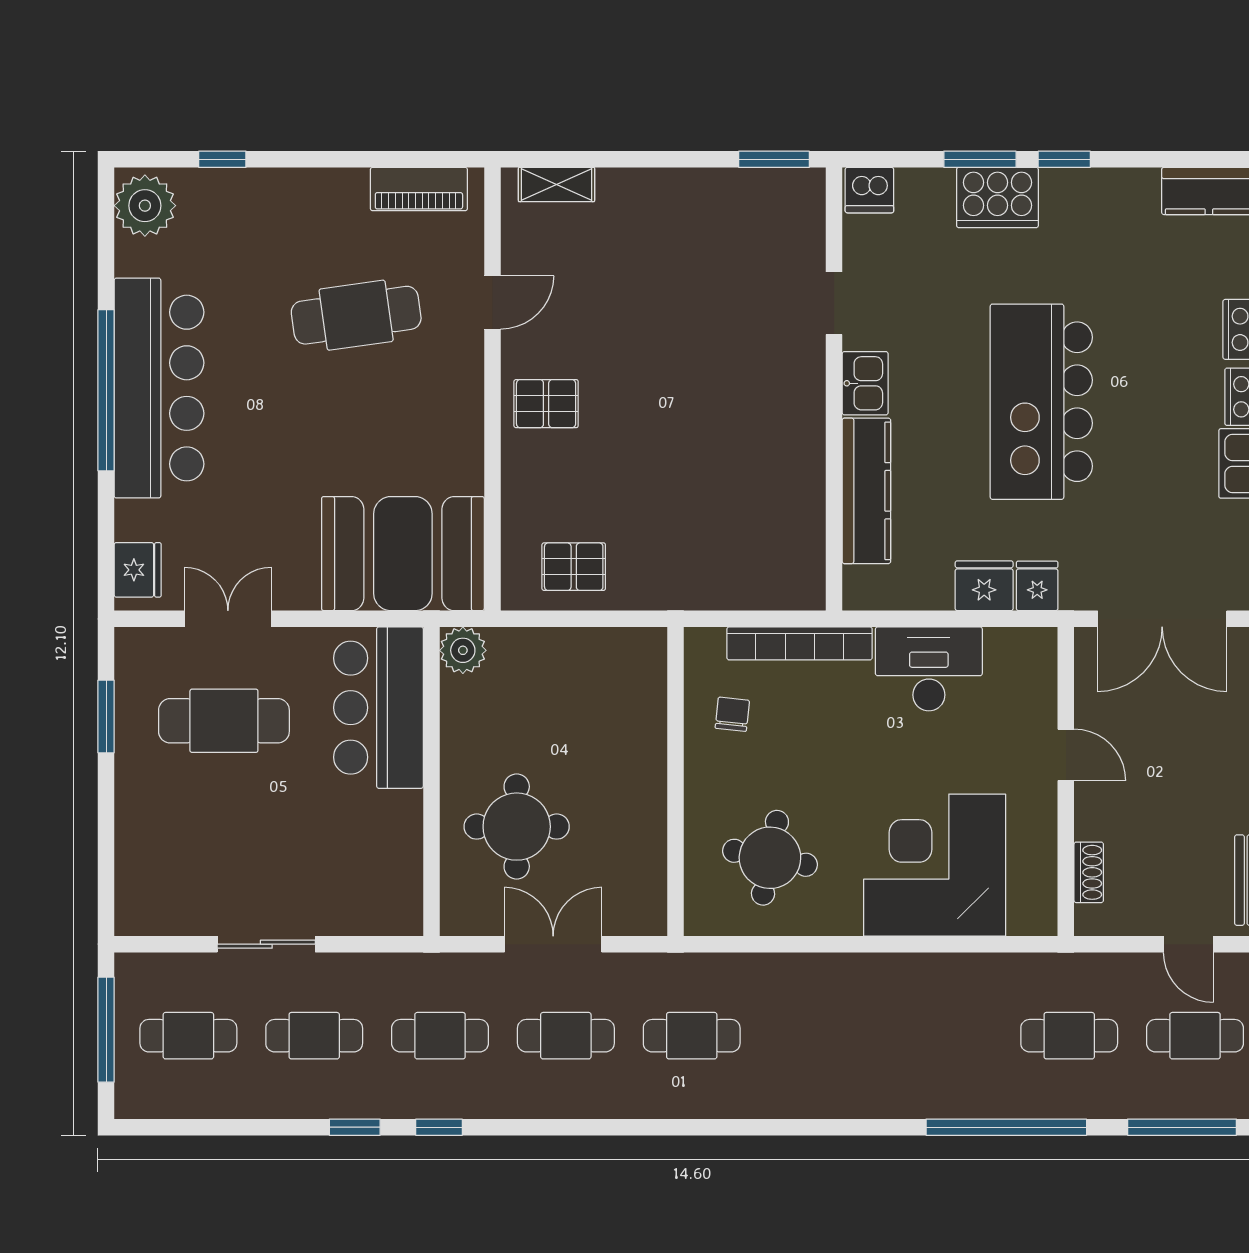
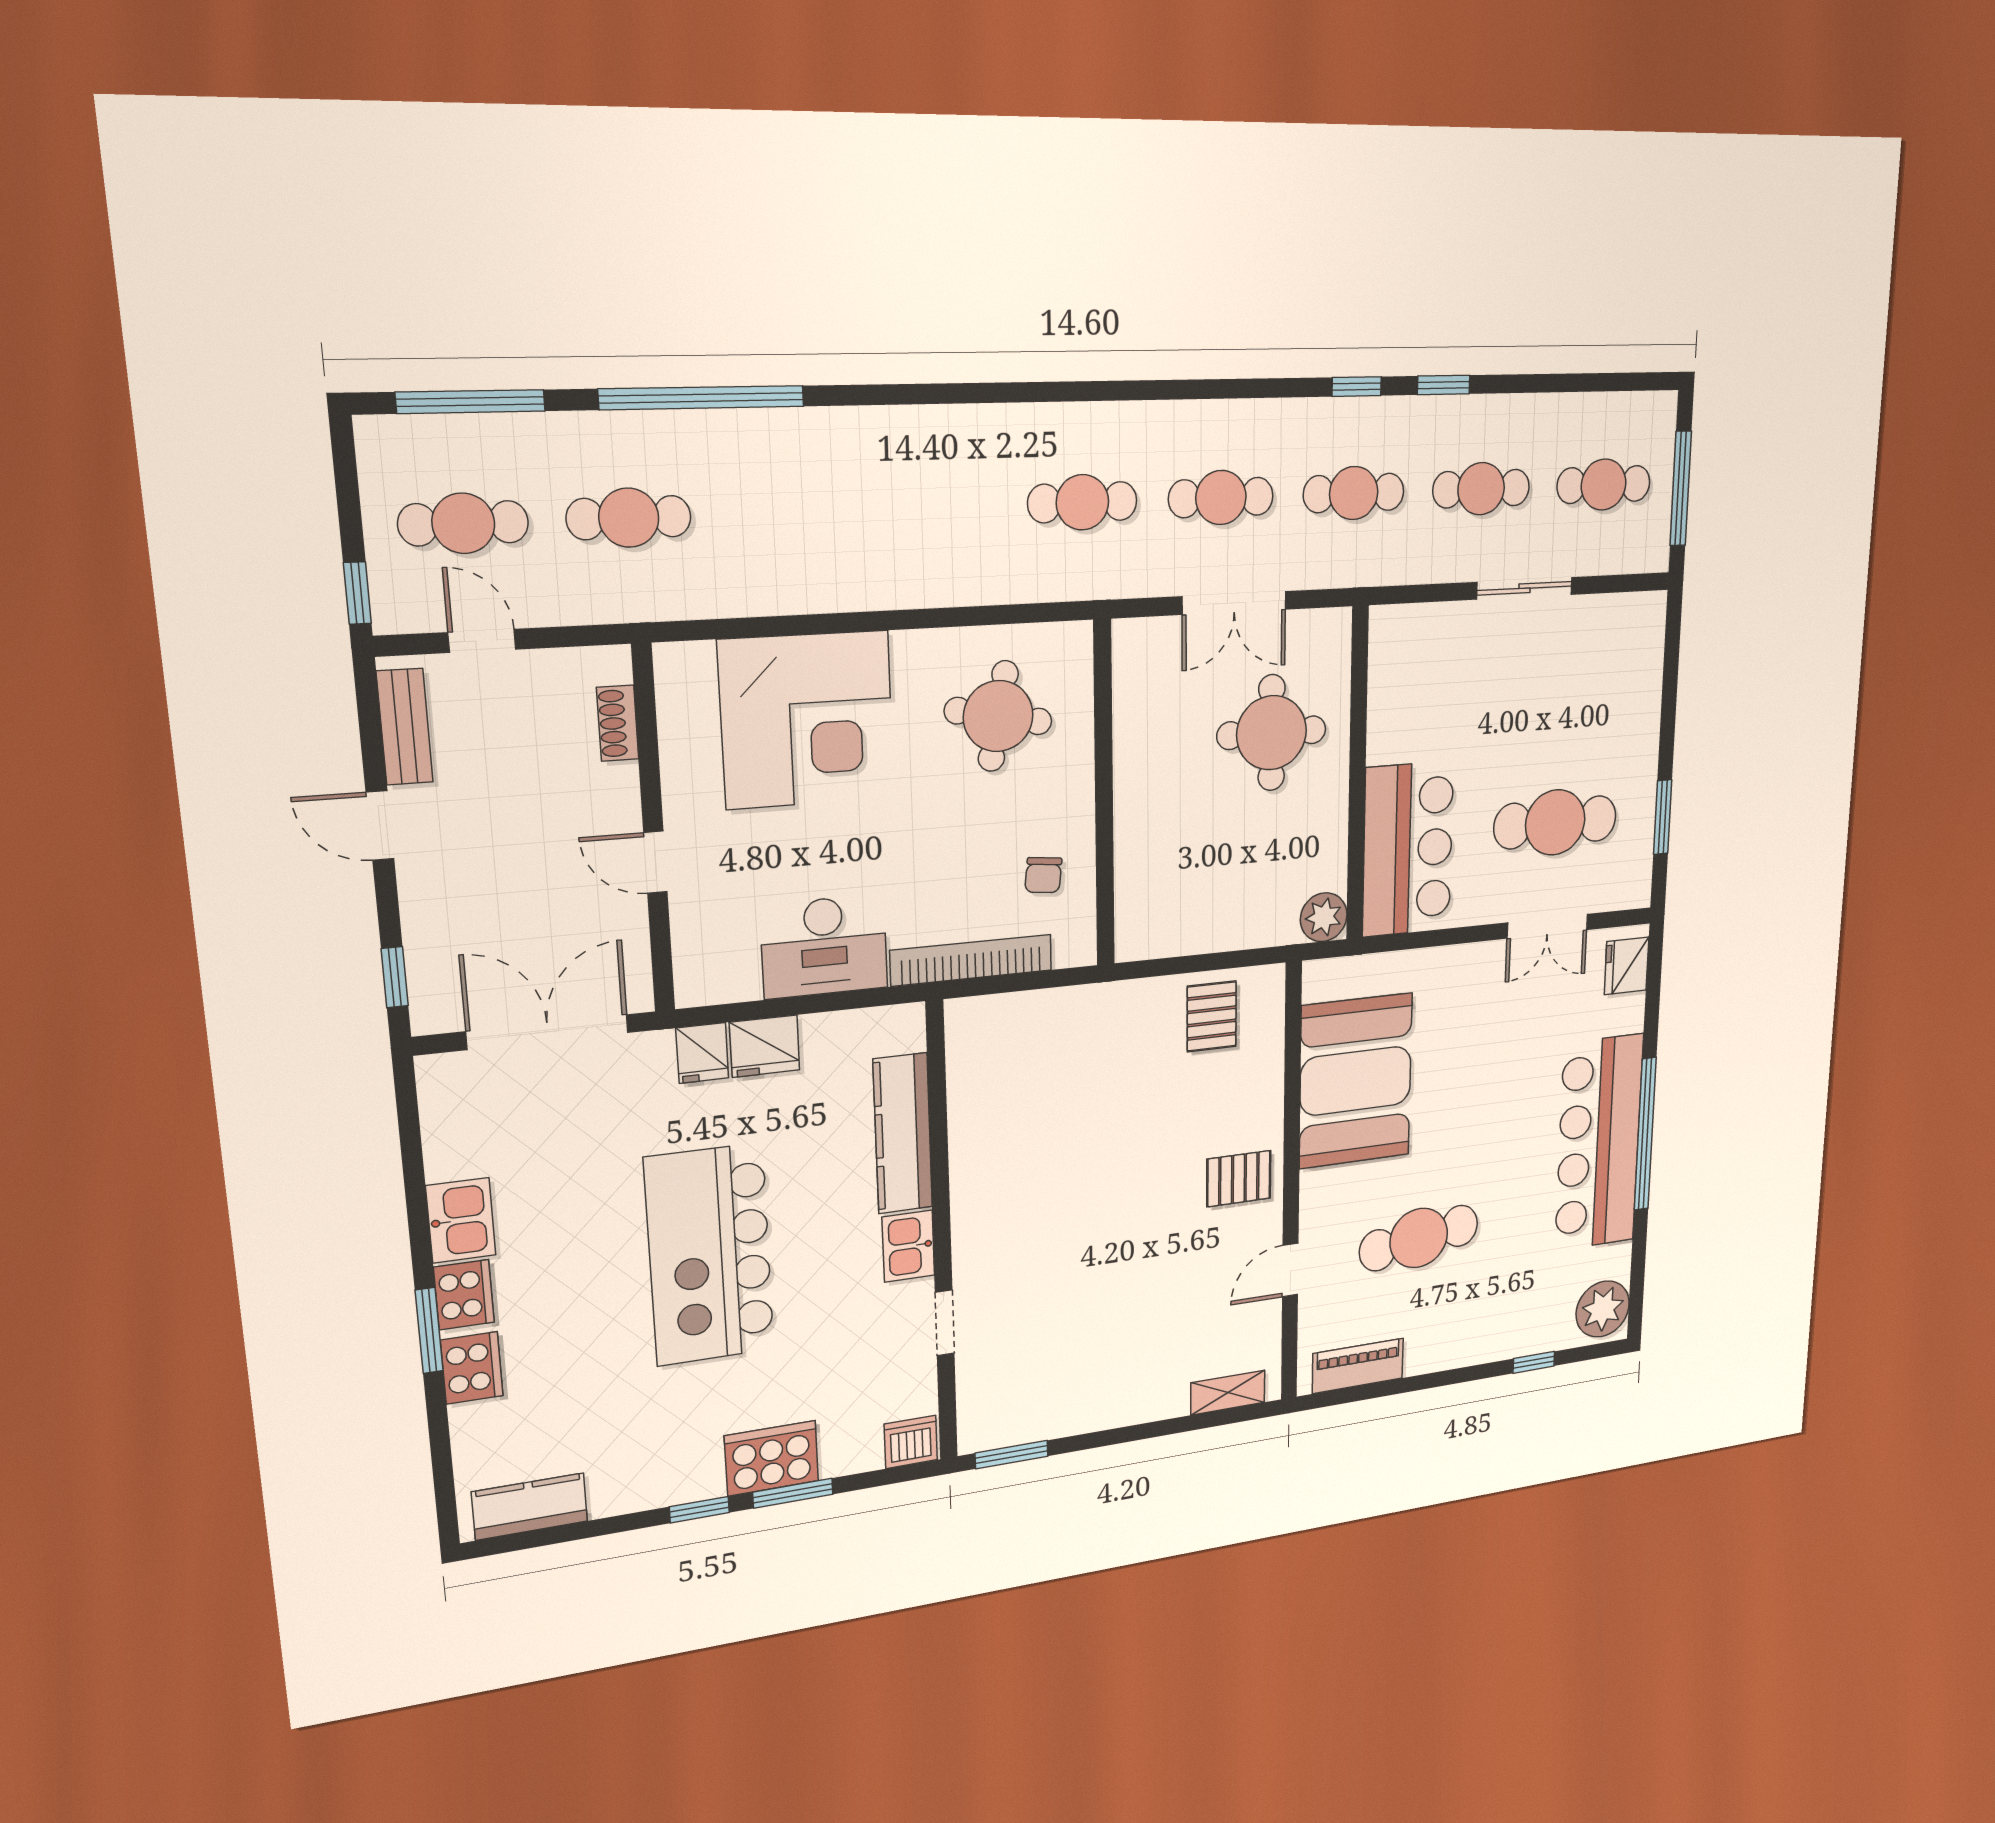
kitchen island: (1041, 402) -> (710, 1255), turned 180
booth: (403, 554) -> (1356, 1081), moved, turned 90
pallet: (574, 567) -> (1212, 1016), turned 90

